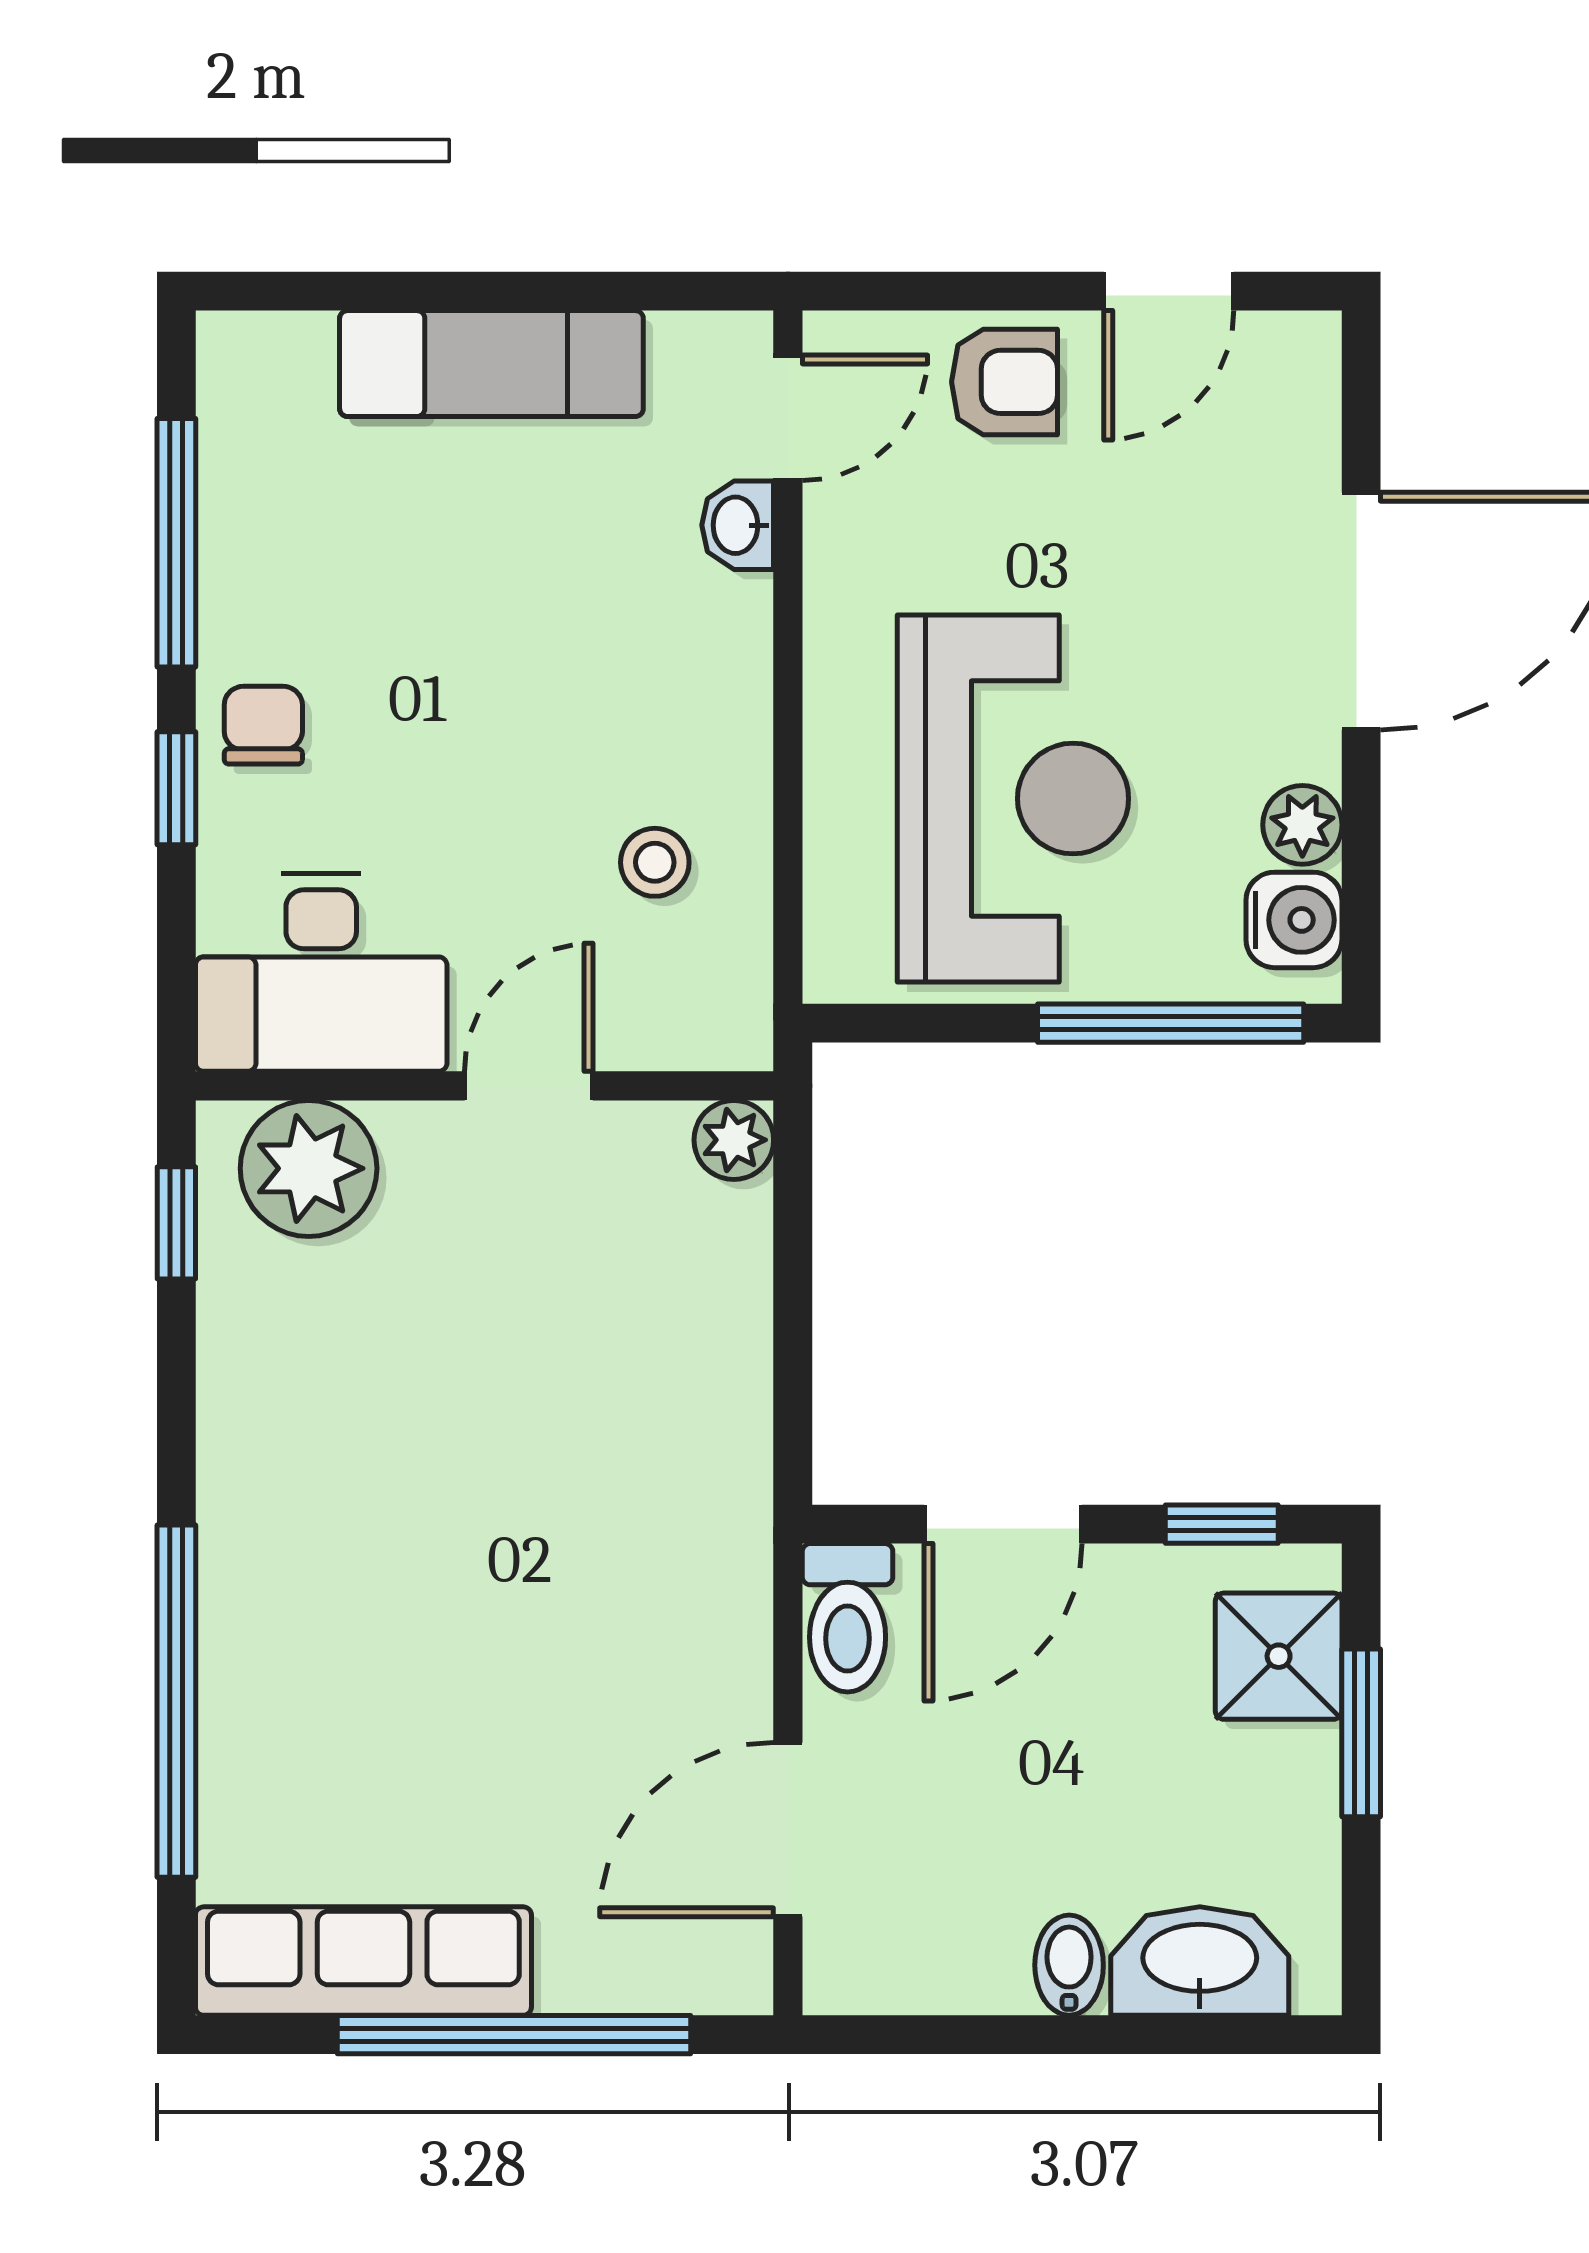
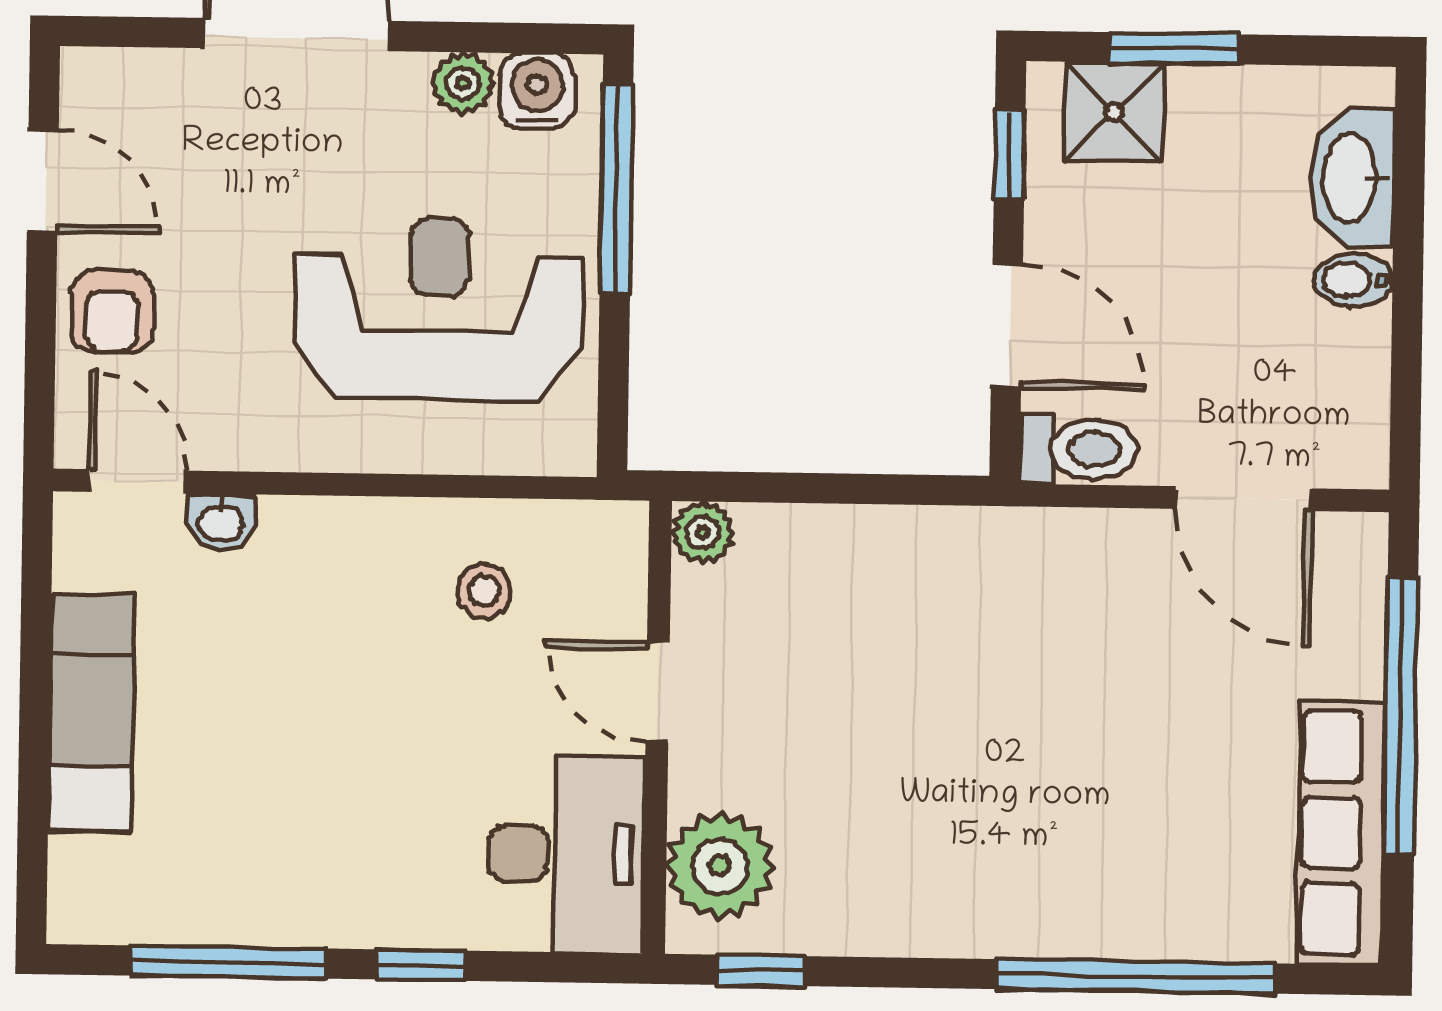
armchair: (1005, 382) -> (112, 311), turned 180
chair: (263, 725) -> (372, 896), removed

